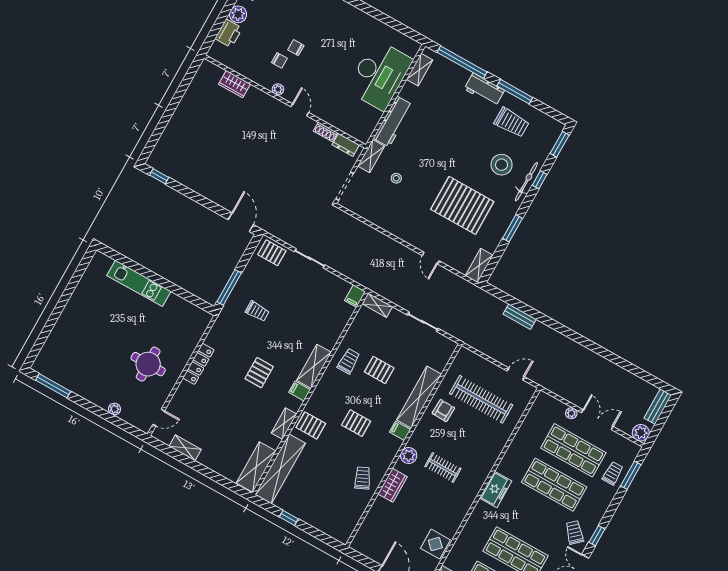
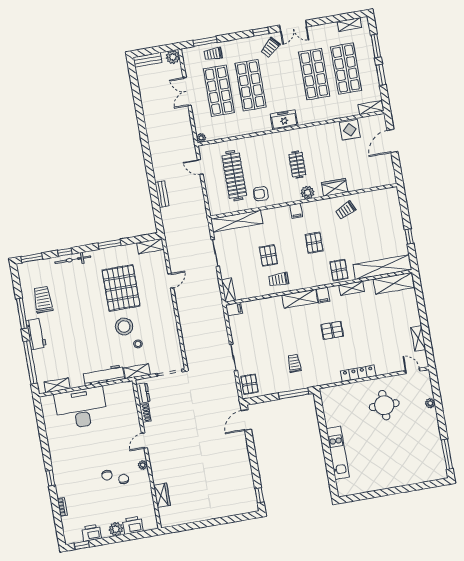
stool: (502, 165) -> (124, 327), moved
shelving: (419, 397) -> (237, 221), moved
plant: (571, 413) -> (201, 138), moved

